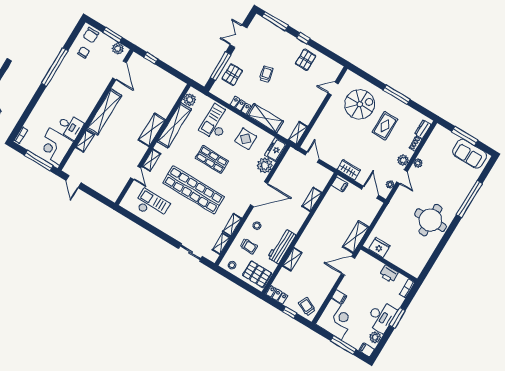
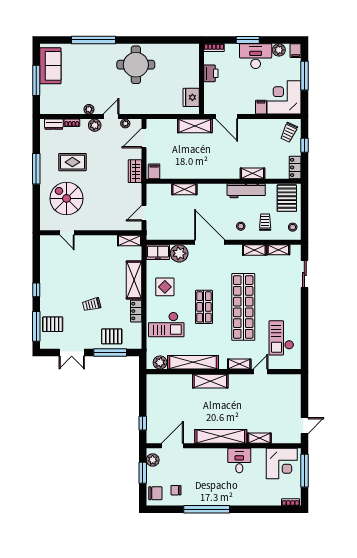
pallet: (306, 60) -> (53, 324), moved
desk: (70, 126) -> (239, 461), moved

